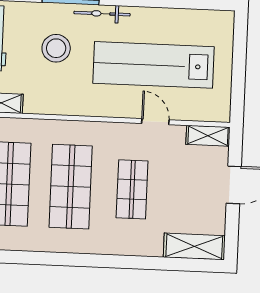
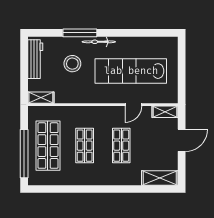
door: (155, 122) -> (133, 105), swing flipped
shop shelf: (71, 187) -> (85, 146), width x0.70, depth x0.74

